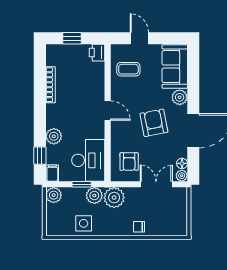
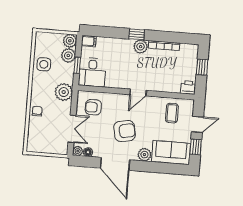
window: (166, 38) -> (196, 147), added
plant: (54, 136) -> (141, 47), moved
window: (40, 156) -> (137, 34), moved
desk: (88, 160) -> (92, 72), width x0.73
plant: (94, 196) -> (68, 56), moved

